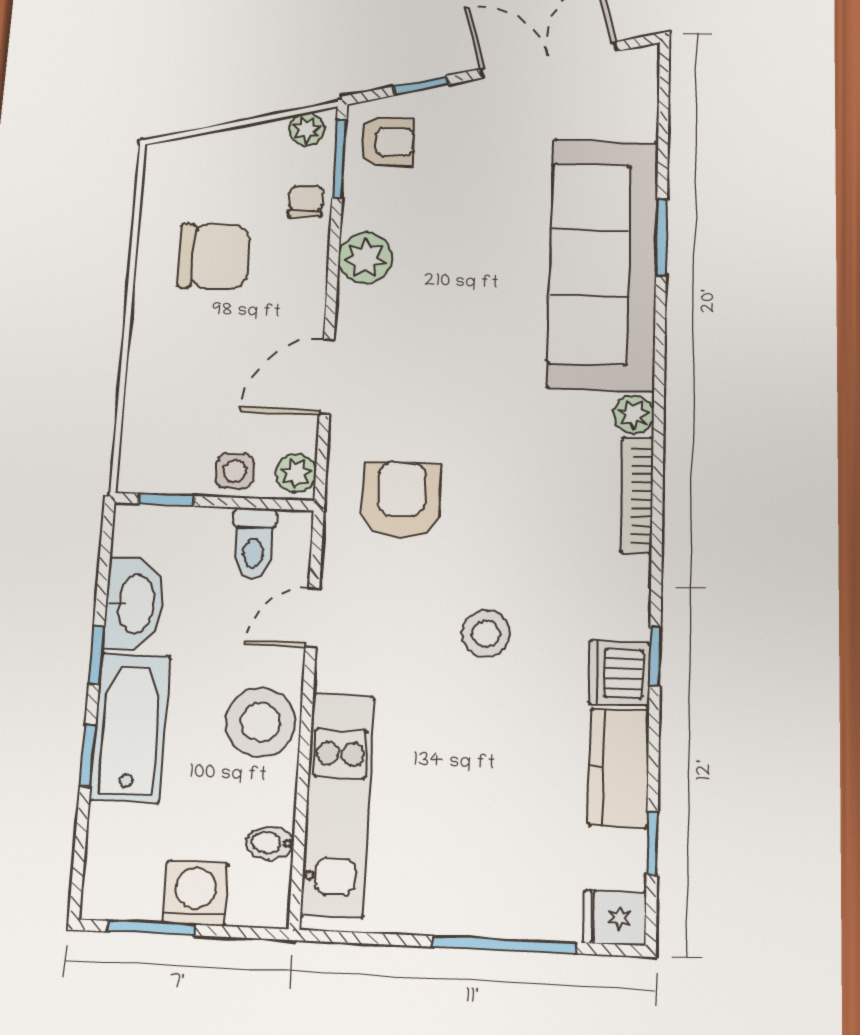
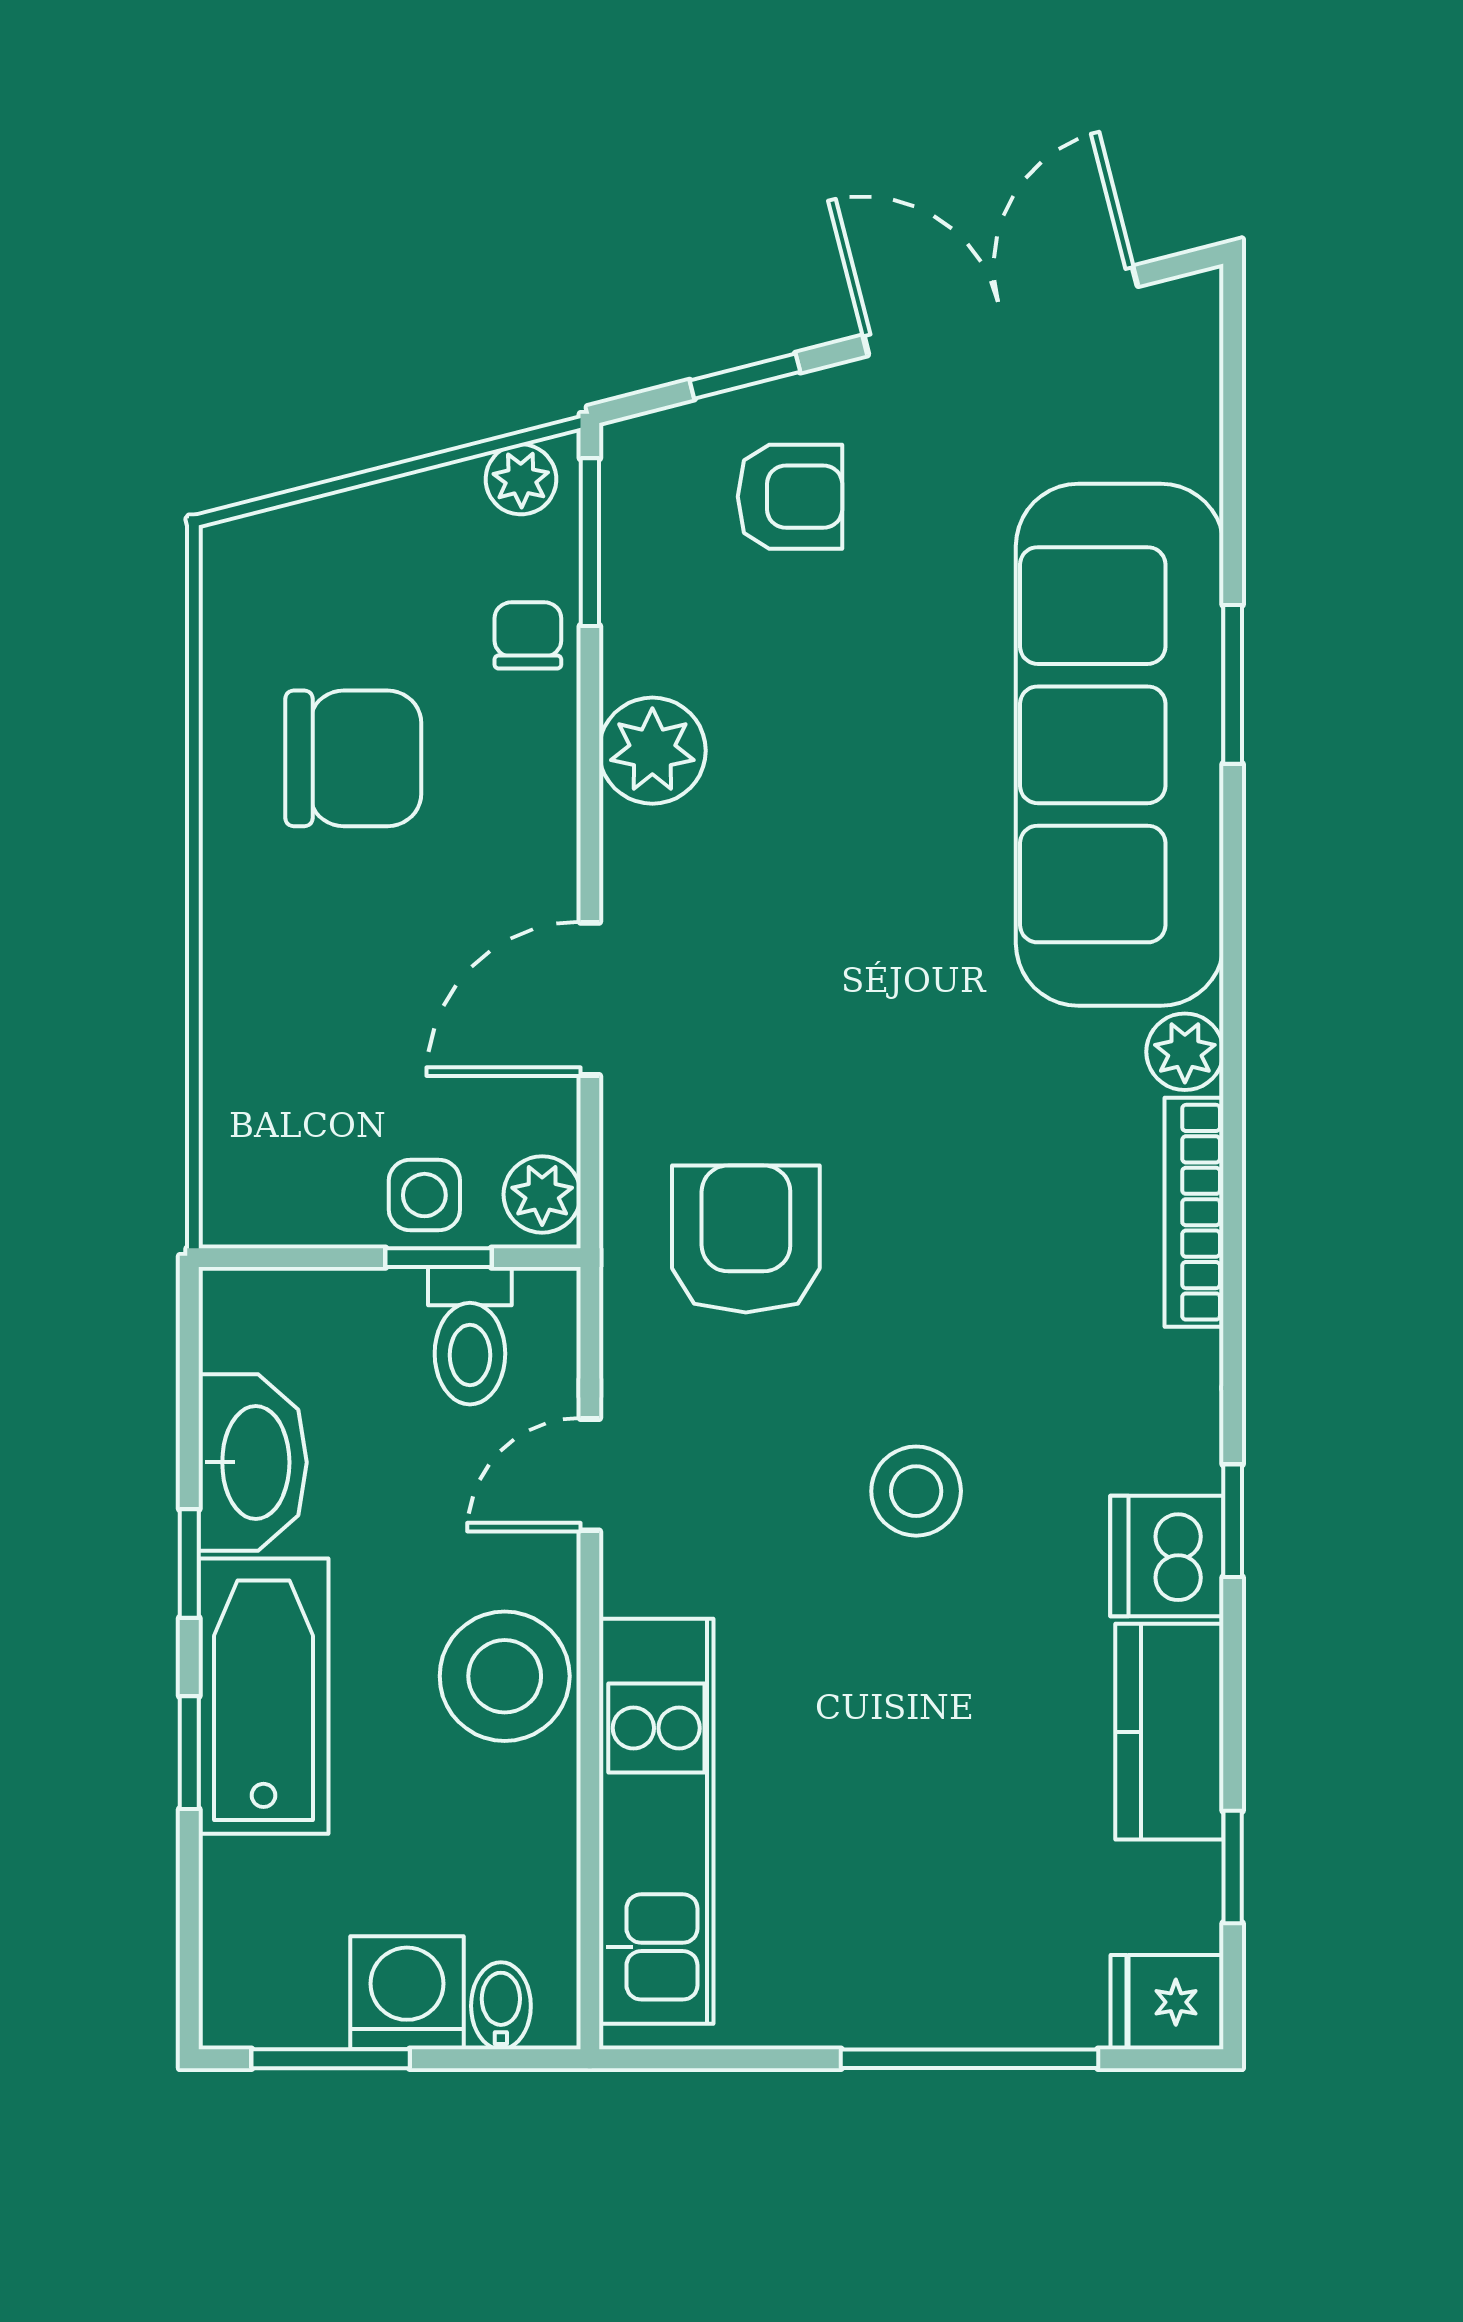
armchair: (387, 142) -> (790, 497), moved
window: (167, 500) -> (438, 1258), moved
bidet: (270, 843) -> (501, 2006), moved, turned 90

